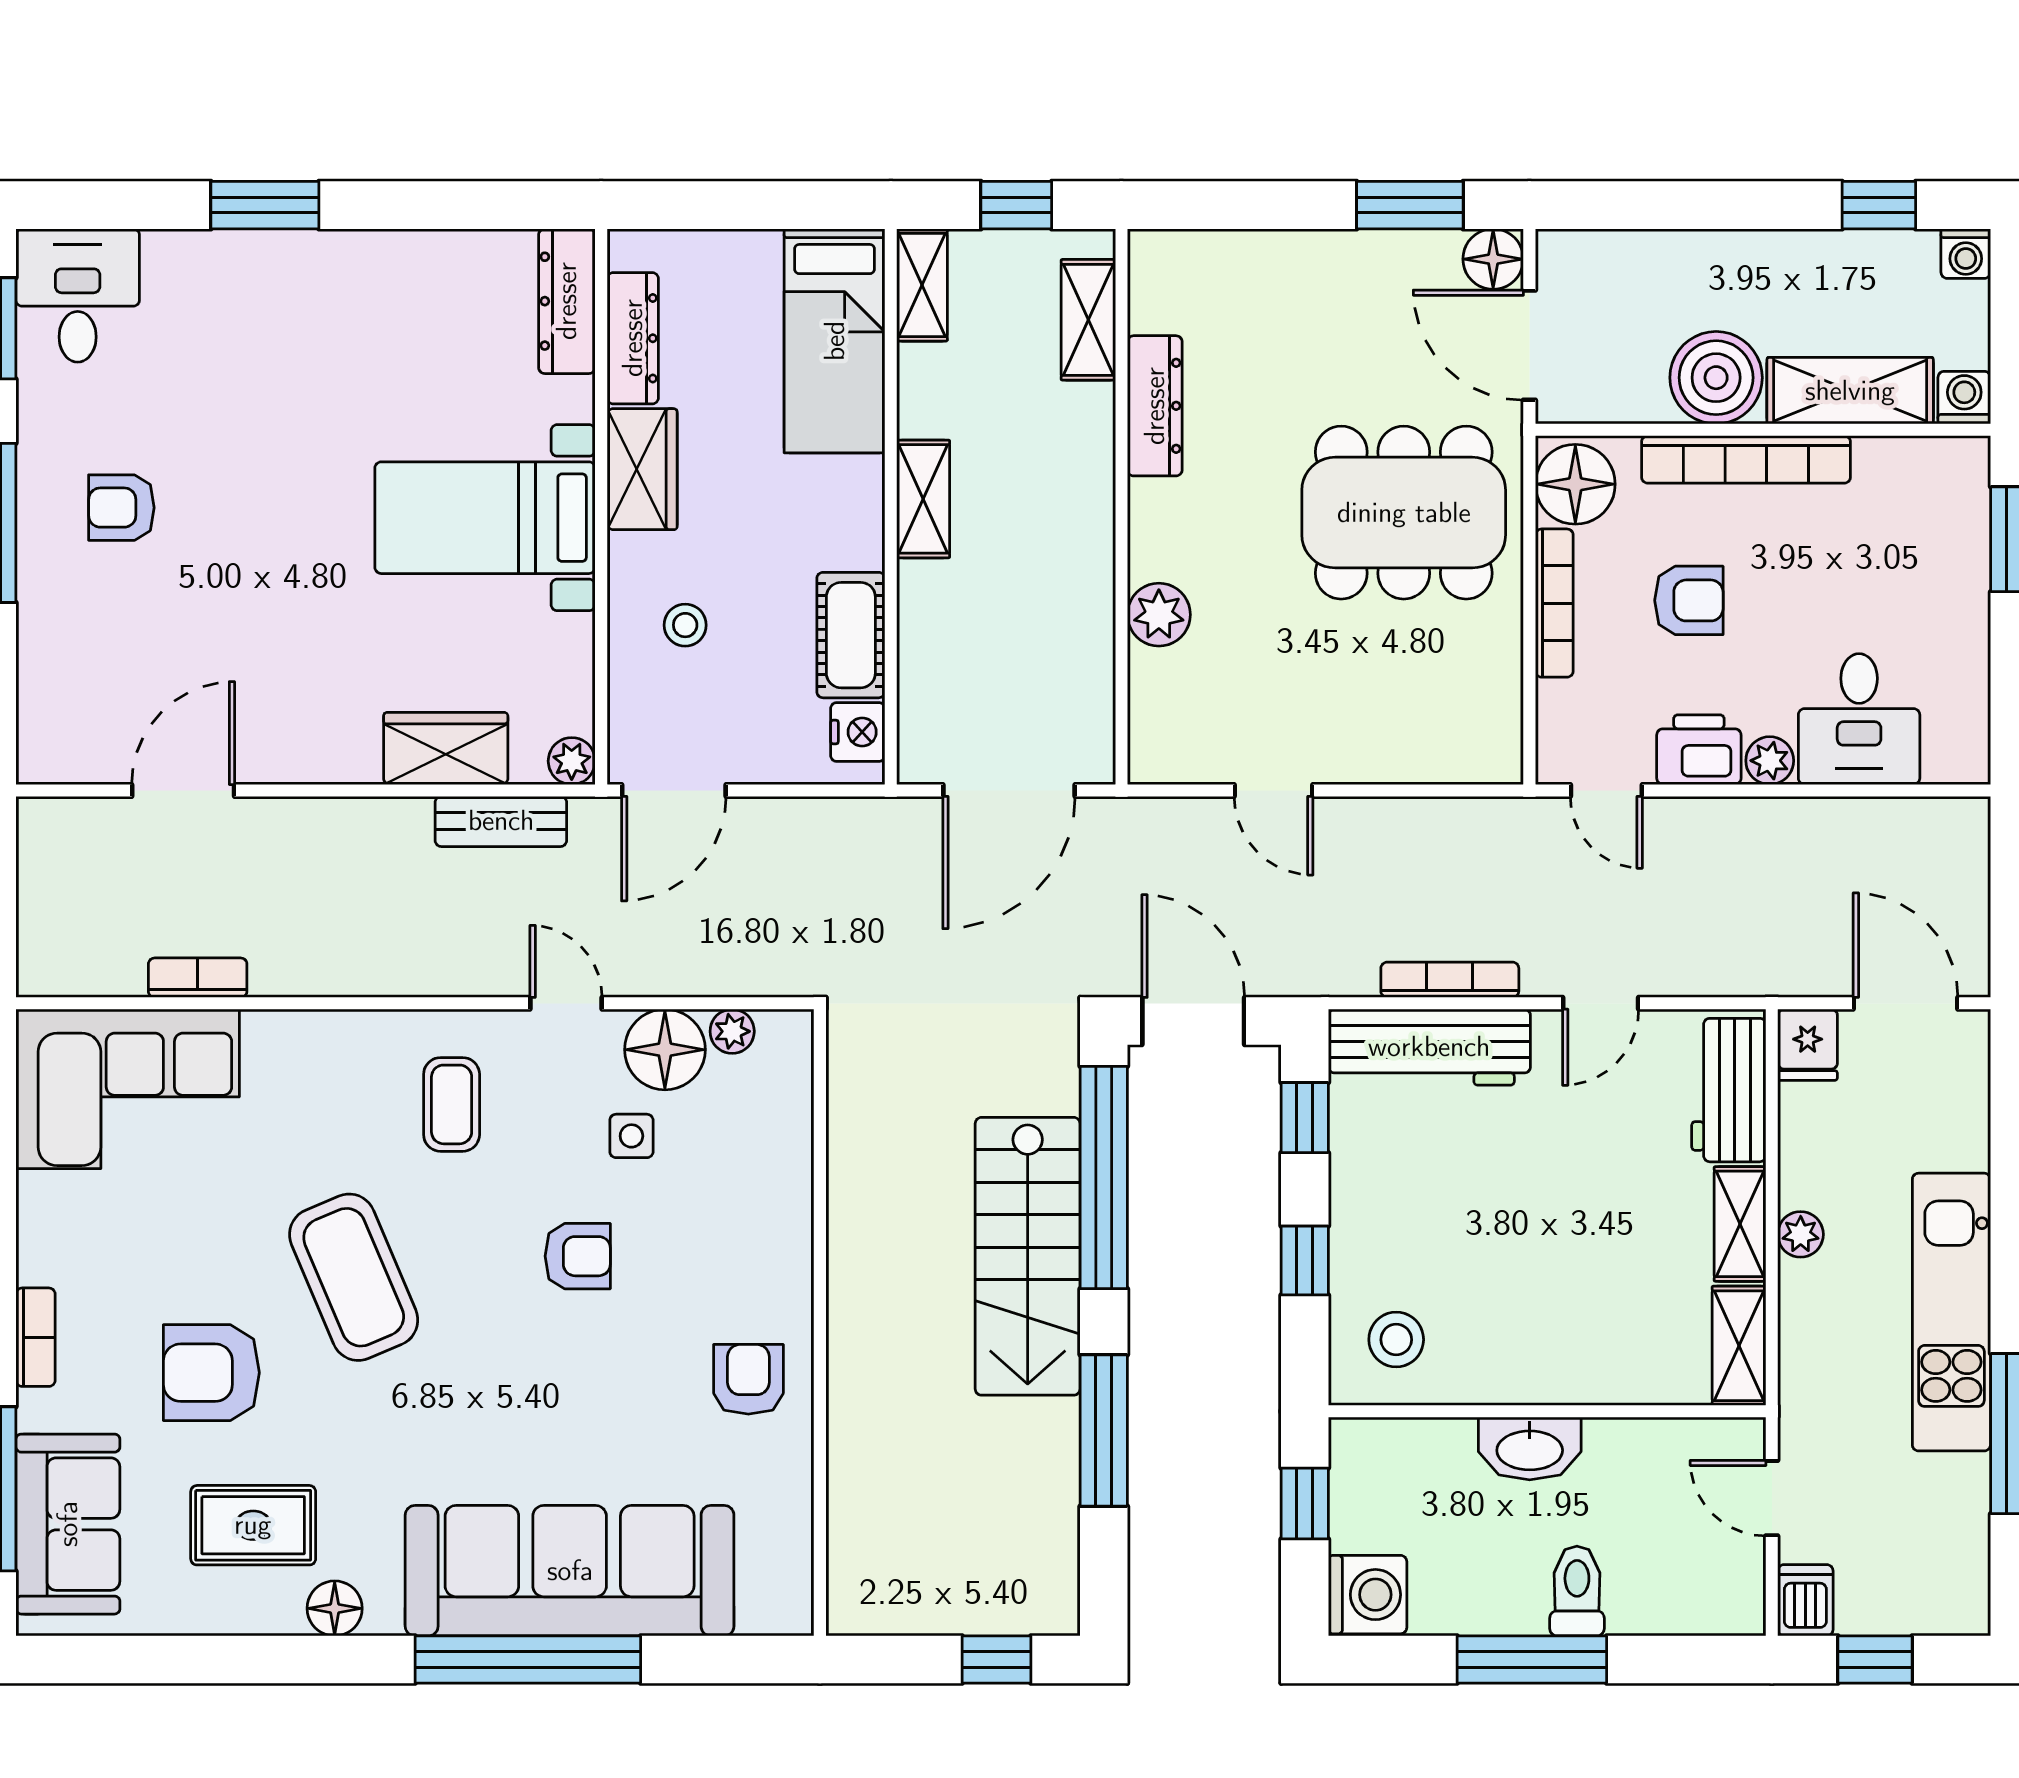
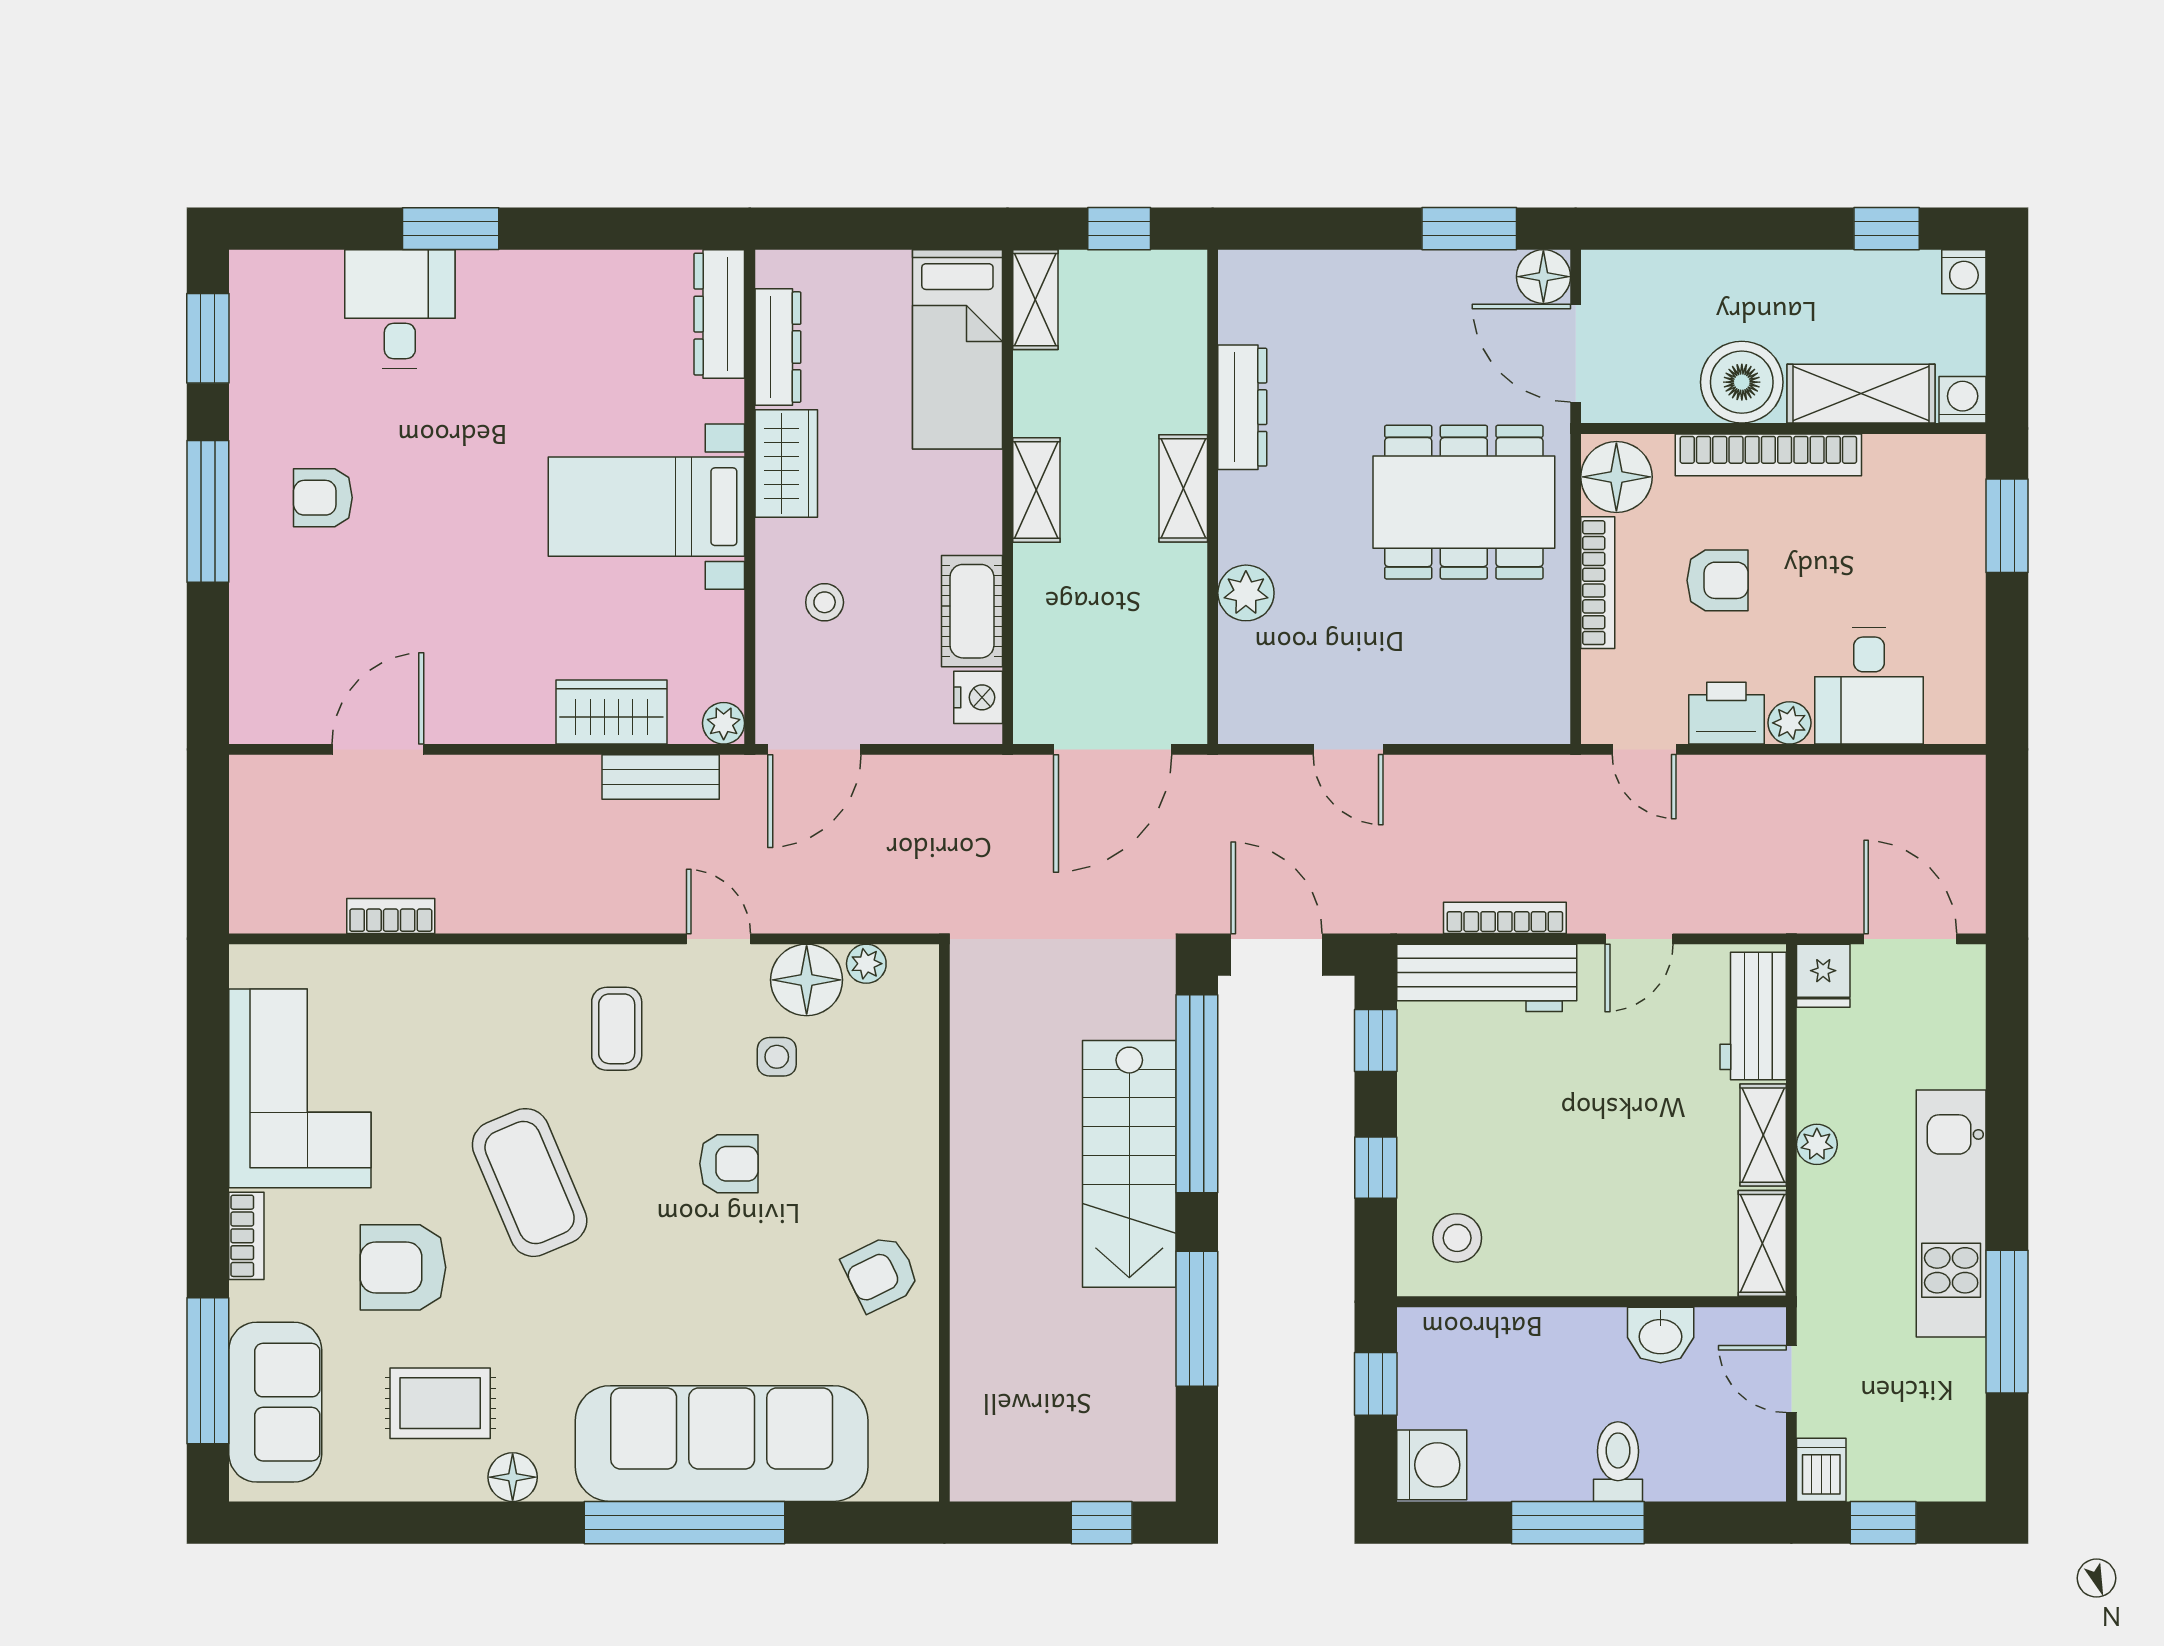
desk: (78, 295) -> (400, 309), moved
shelving: (1088, 320) -> (1183, 488), moved
corner sofa: (128, 1089) -> (300, 1088), moved, turned -90
armchair: (748, 1379) -> (881, 1273), turned -116
washbasin: (1530, 1449) -> (1661, 1335), moved, width x0.72

